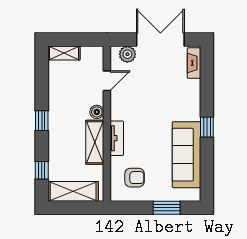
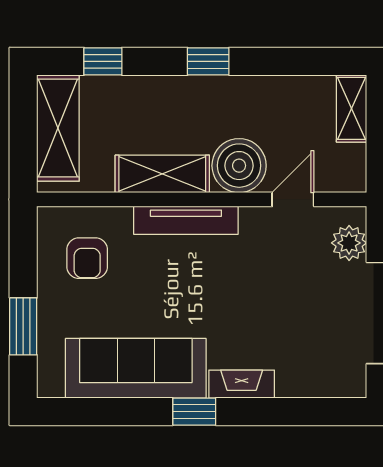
fireplace: (194, 63) -> (242, 384), moved
door: (107, 81) -> (293, 199), swing flipped
boiler: (97, 112) -> (239, 166), width x1.86, depth x1.86
tv unit: (117, 138) -> (186, 220), width x1.41

